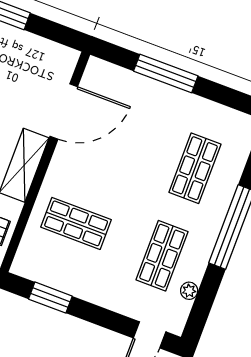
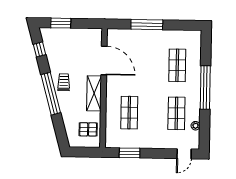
door: (64, 111) -> (104, 61), hinge flipped
shop shelf: (76, 223) -> (129, 113), turned 90

